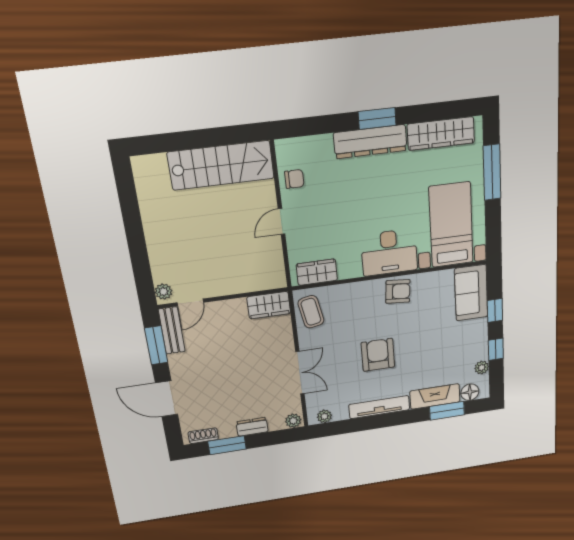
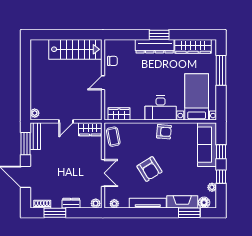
sofa: (471, 293) -> (207, 145), width x1.36
door: (190, 302) -> (66, 121), moved
armchair: (378, 355) -> (149, 169), turned 148

